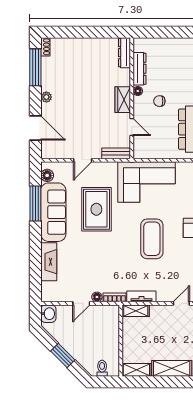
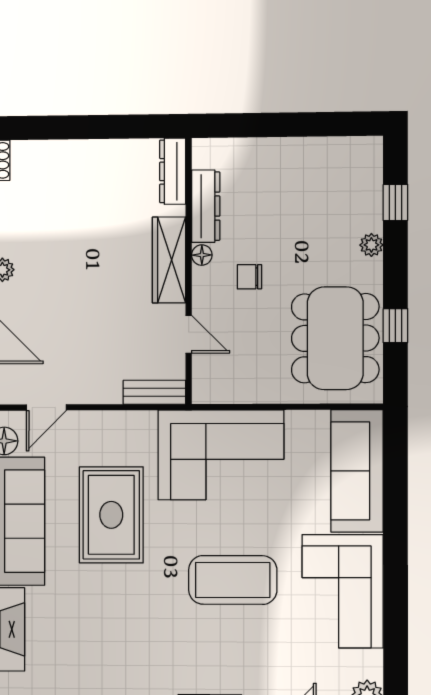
wardrobe: (123, 100) -> (169, 260), width x1.50
door: (83, 160) -> (46, 408), moved
coffee table: (152, 239) -> (233, 580), turned 90

